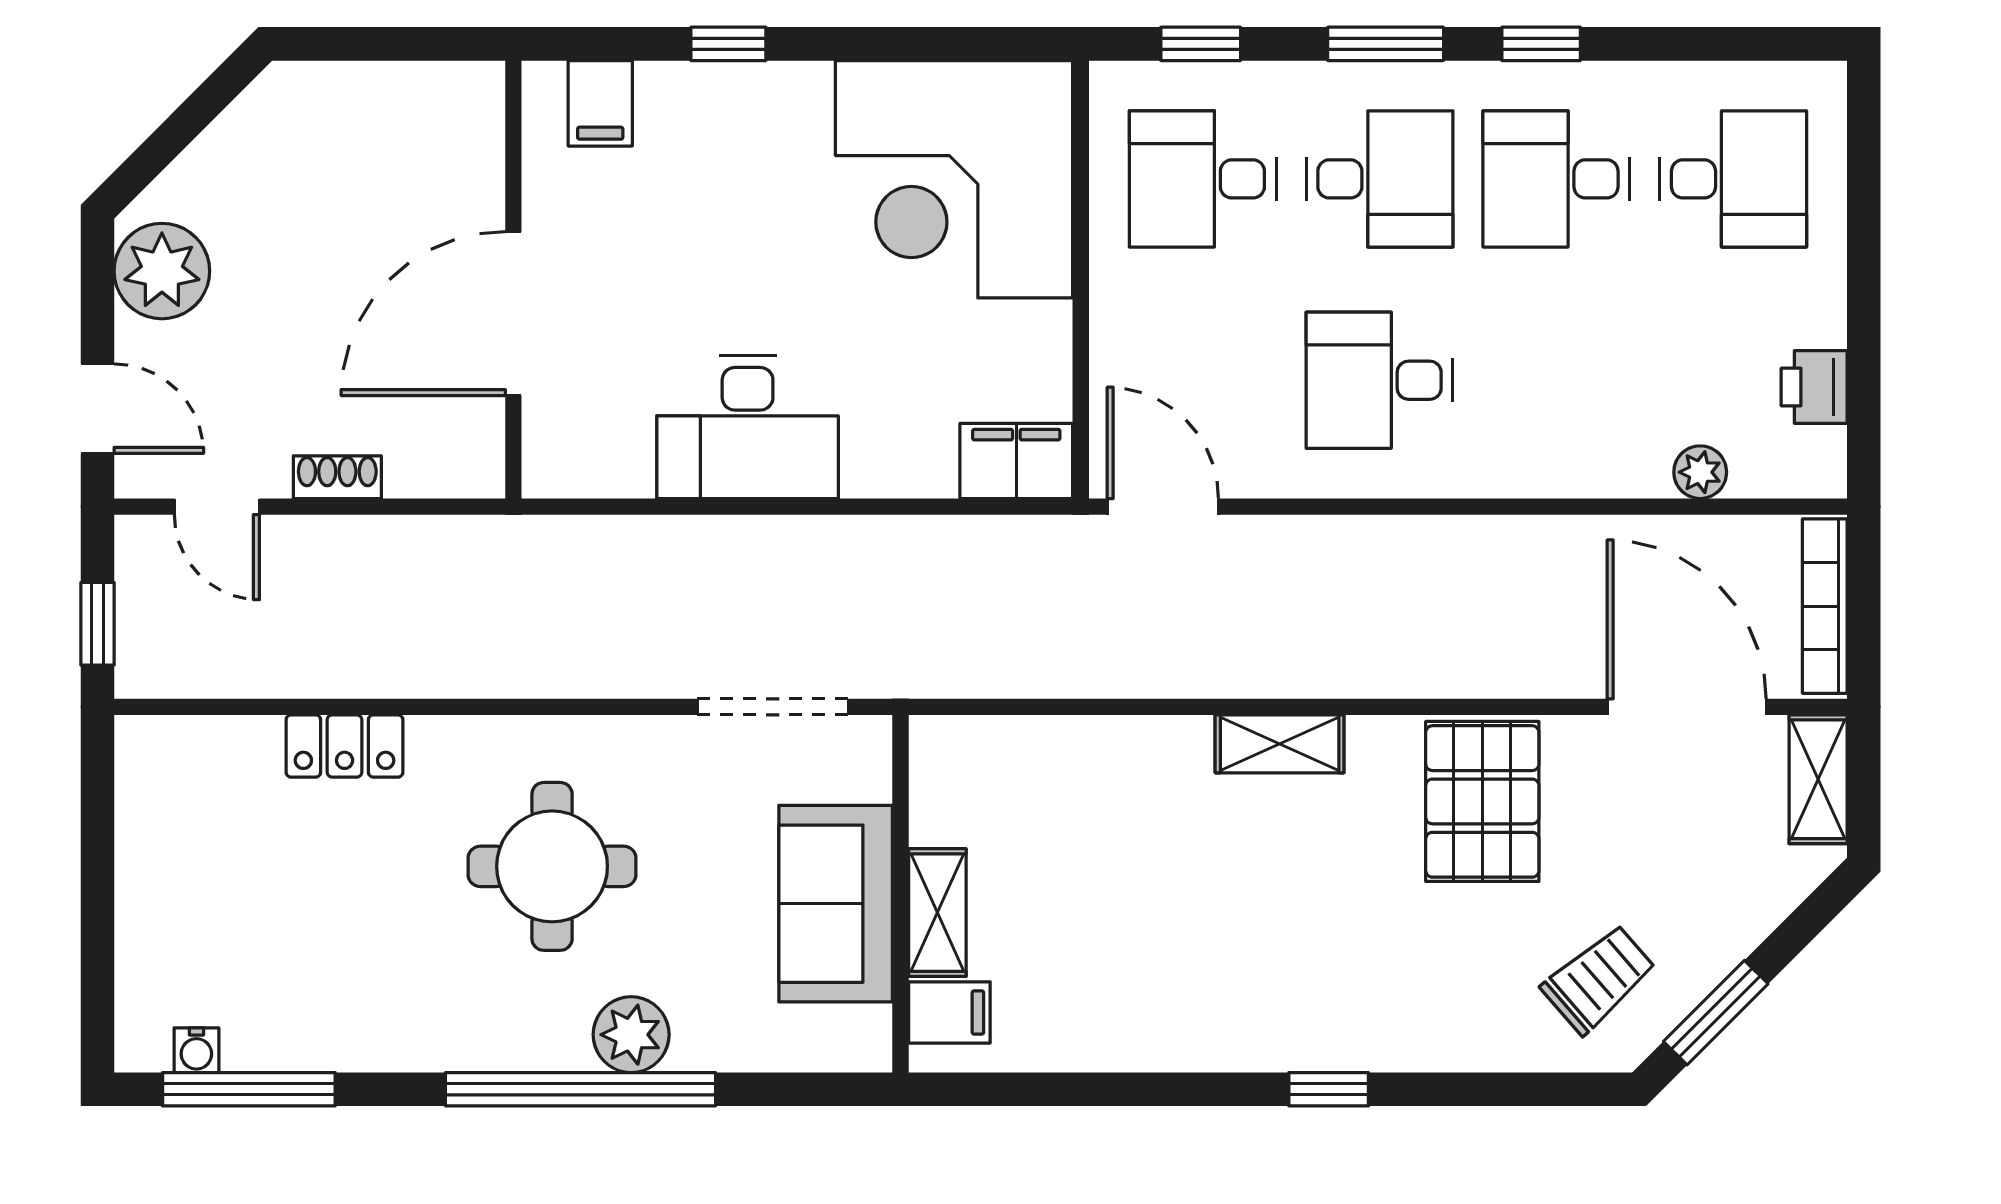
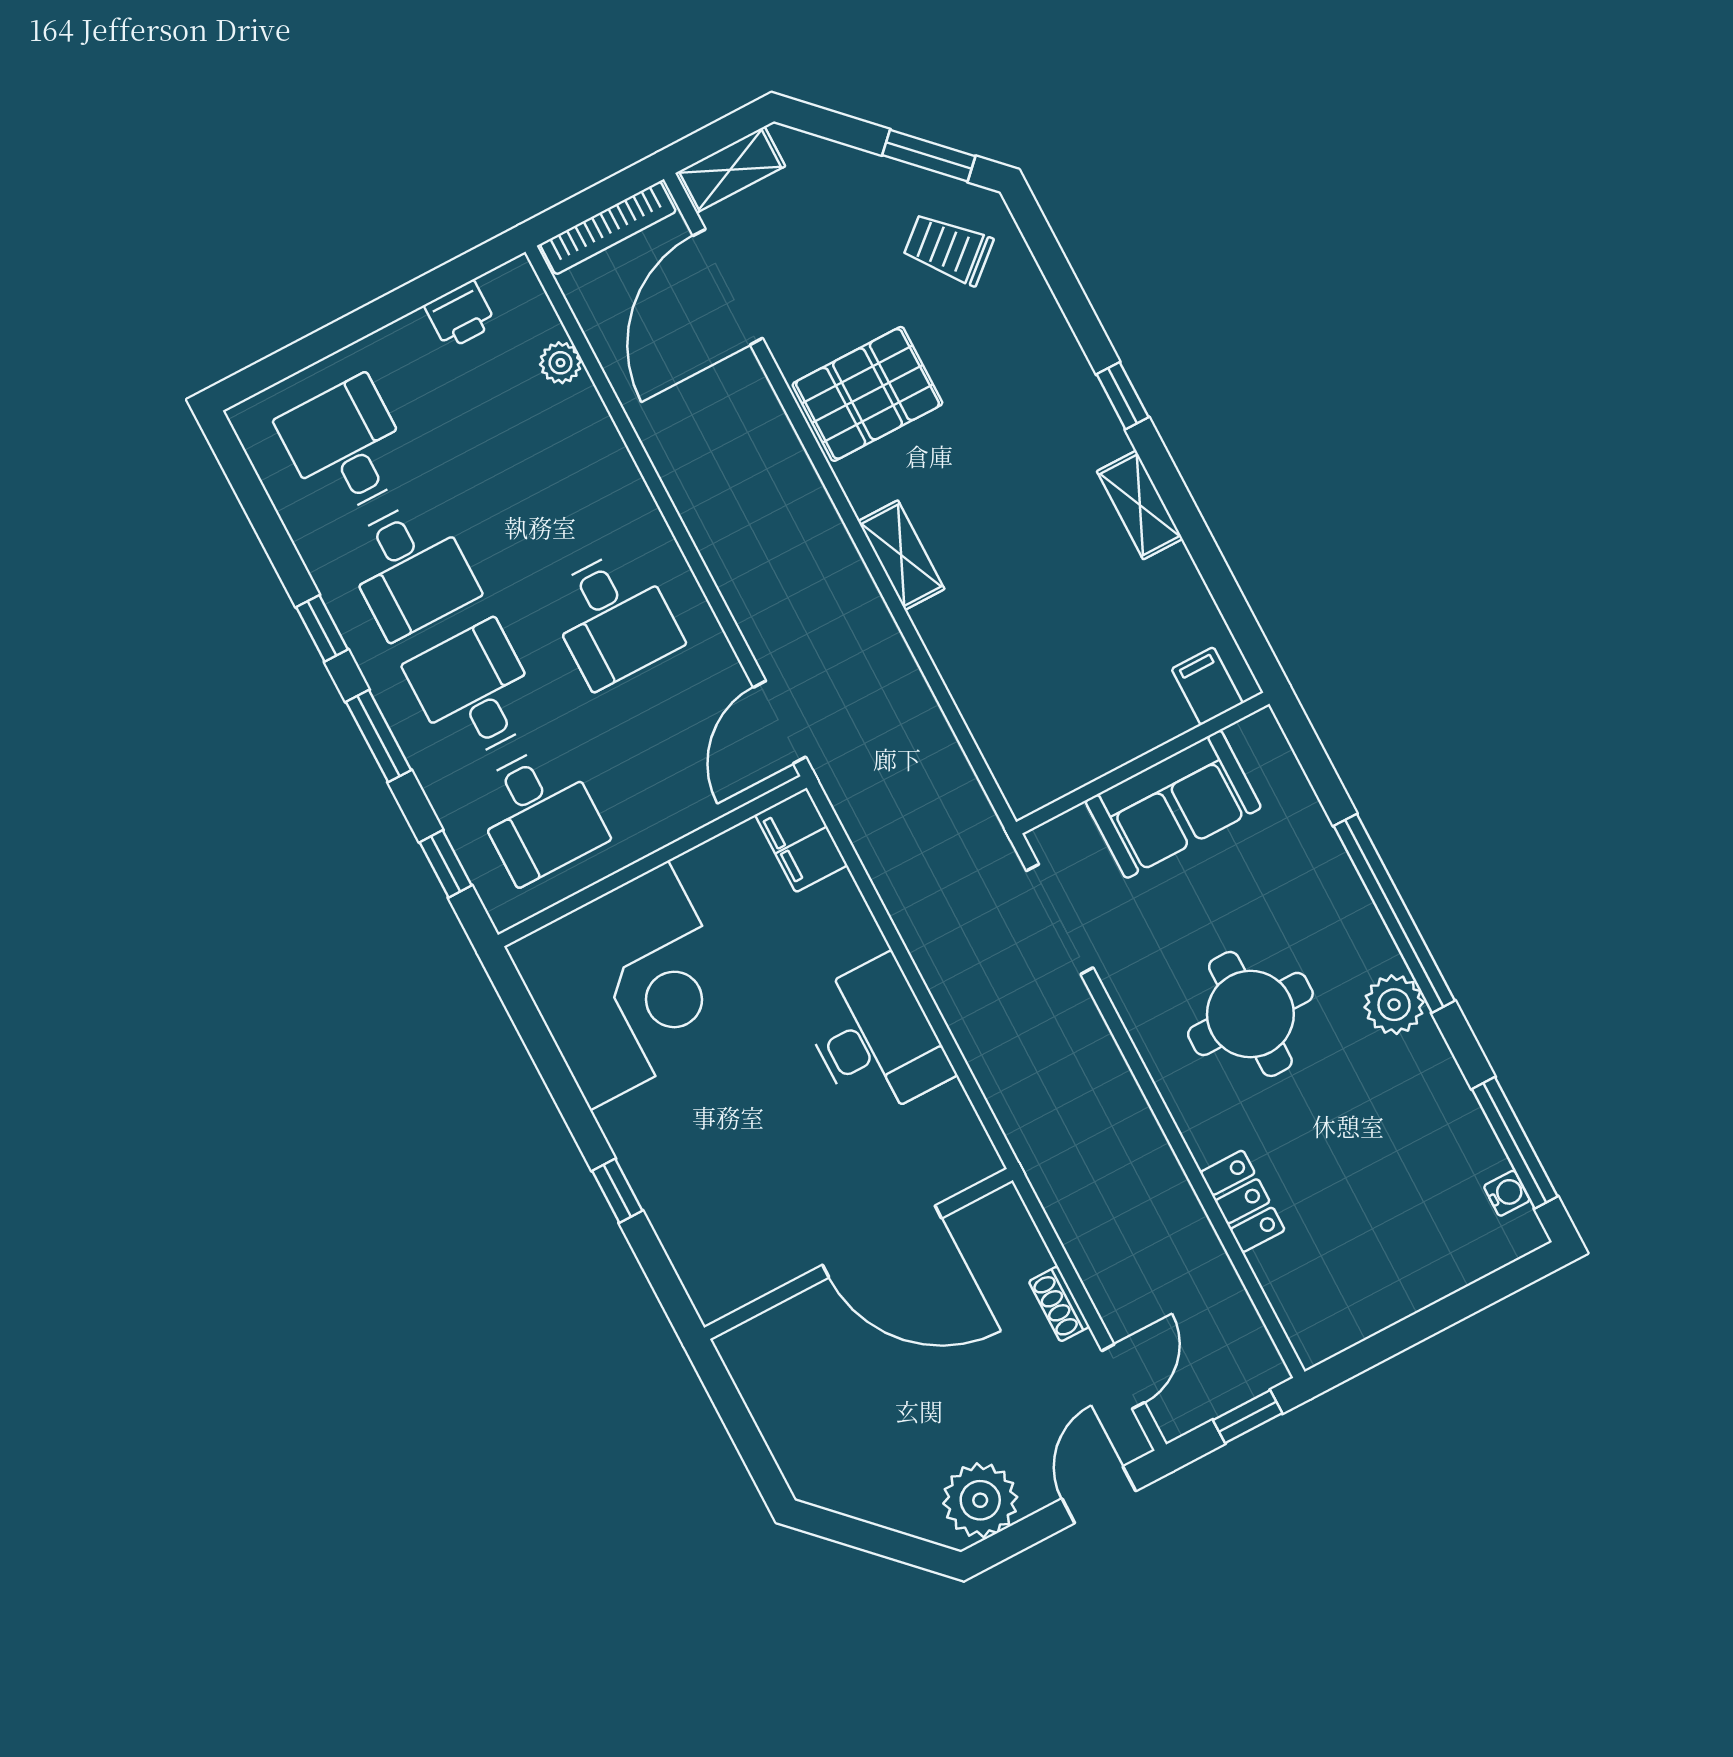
filing cabinet: (600, 103) -> (705, 1258), removed
shelving: (937, 913) -> (1140, 505), moved, turned 90
plant: (631, 1035) -> (1394, 1005), moved

